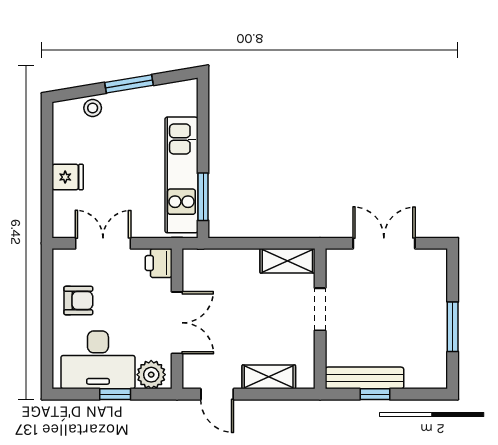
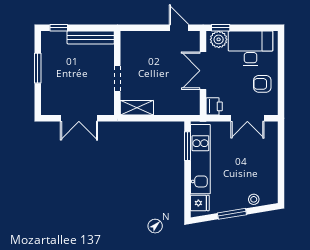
fridge: (68, 177) -> (200, 203), moved, turned 180
shelving: (269, 377) -> (148, 38), removed
window: (115, 394) -> (221, 28), moved
window: (375, 394) -> (59, 28), moved

